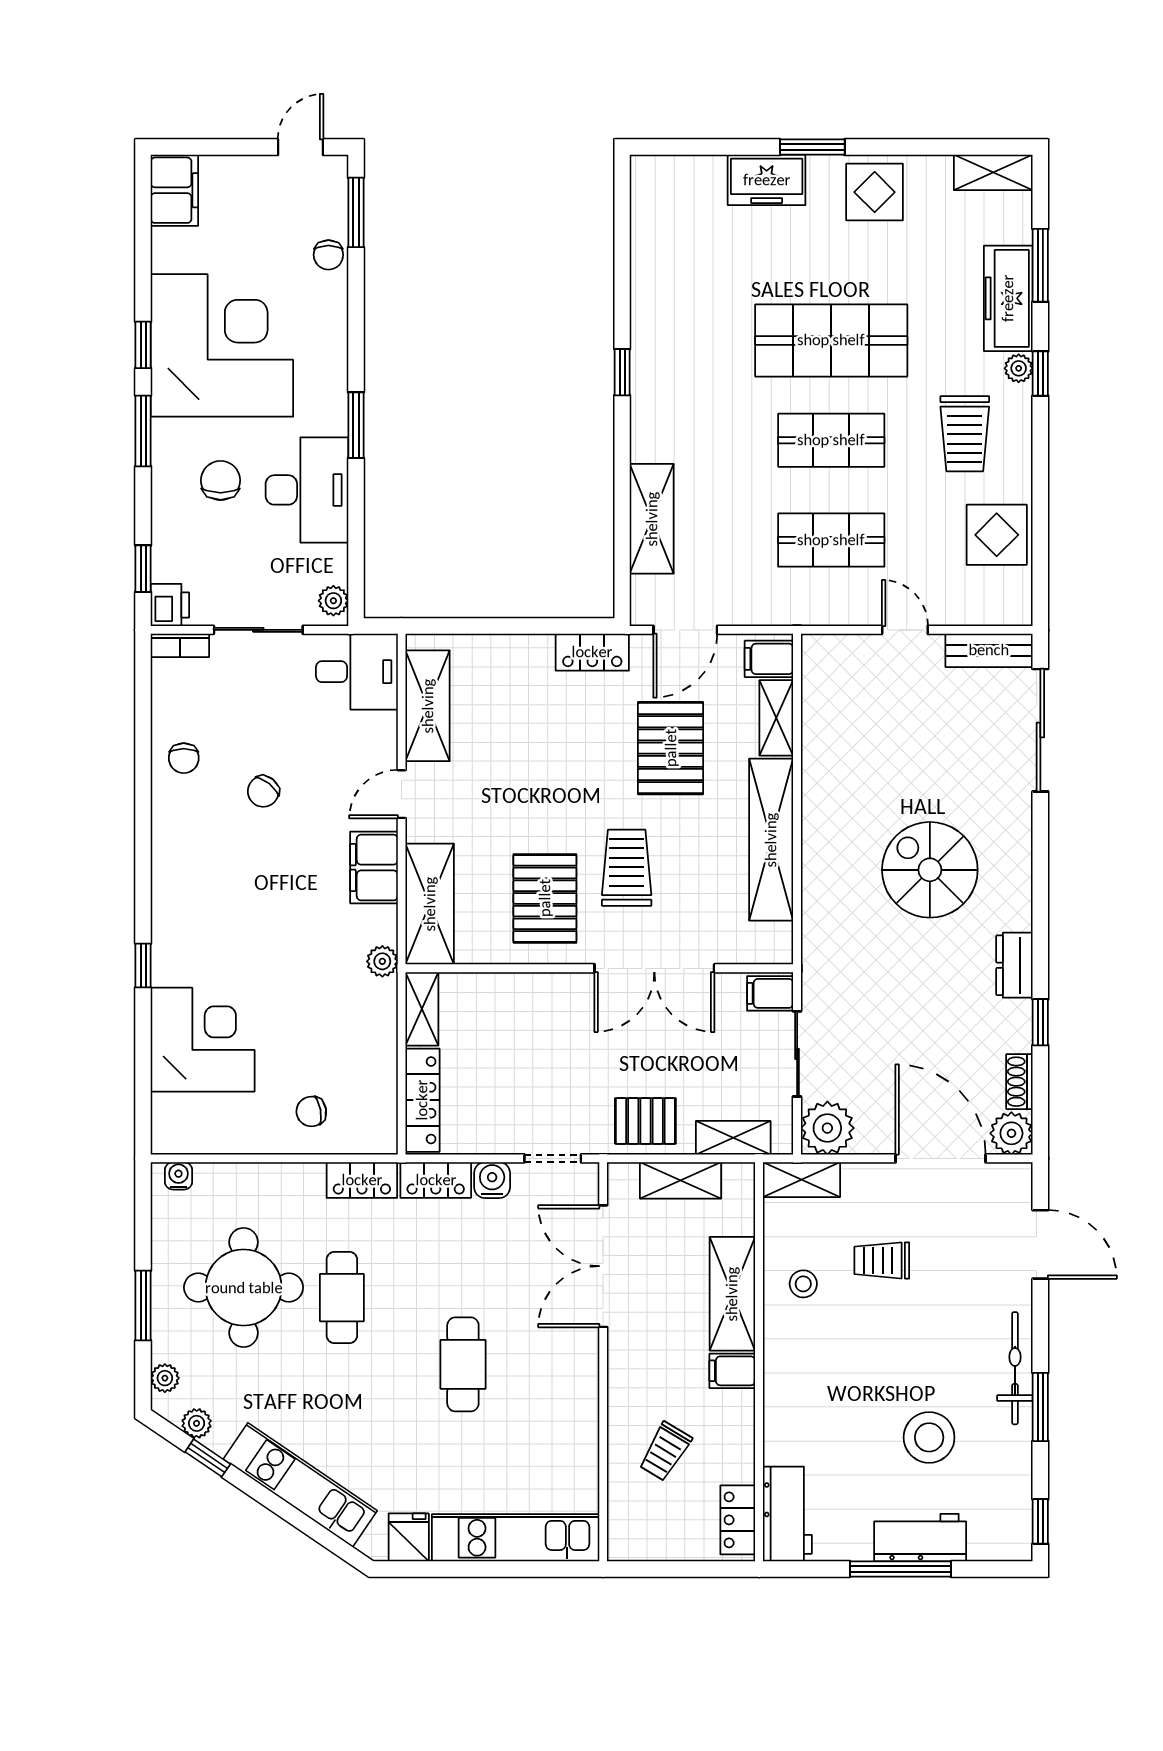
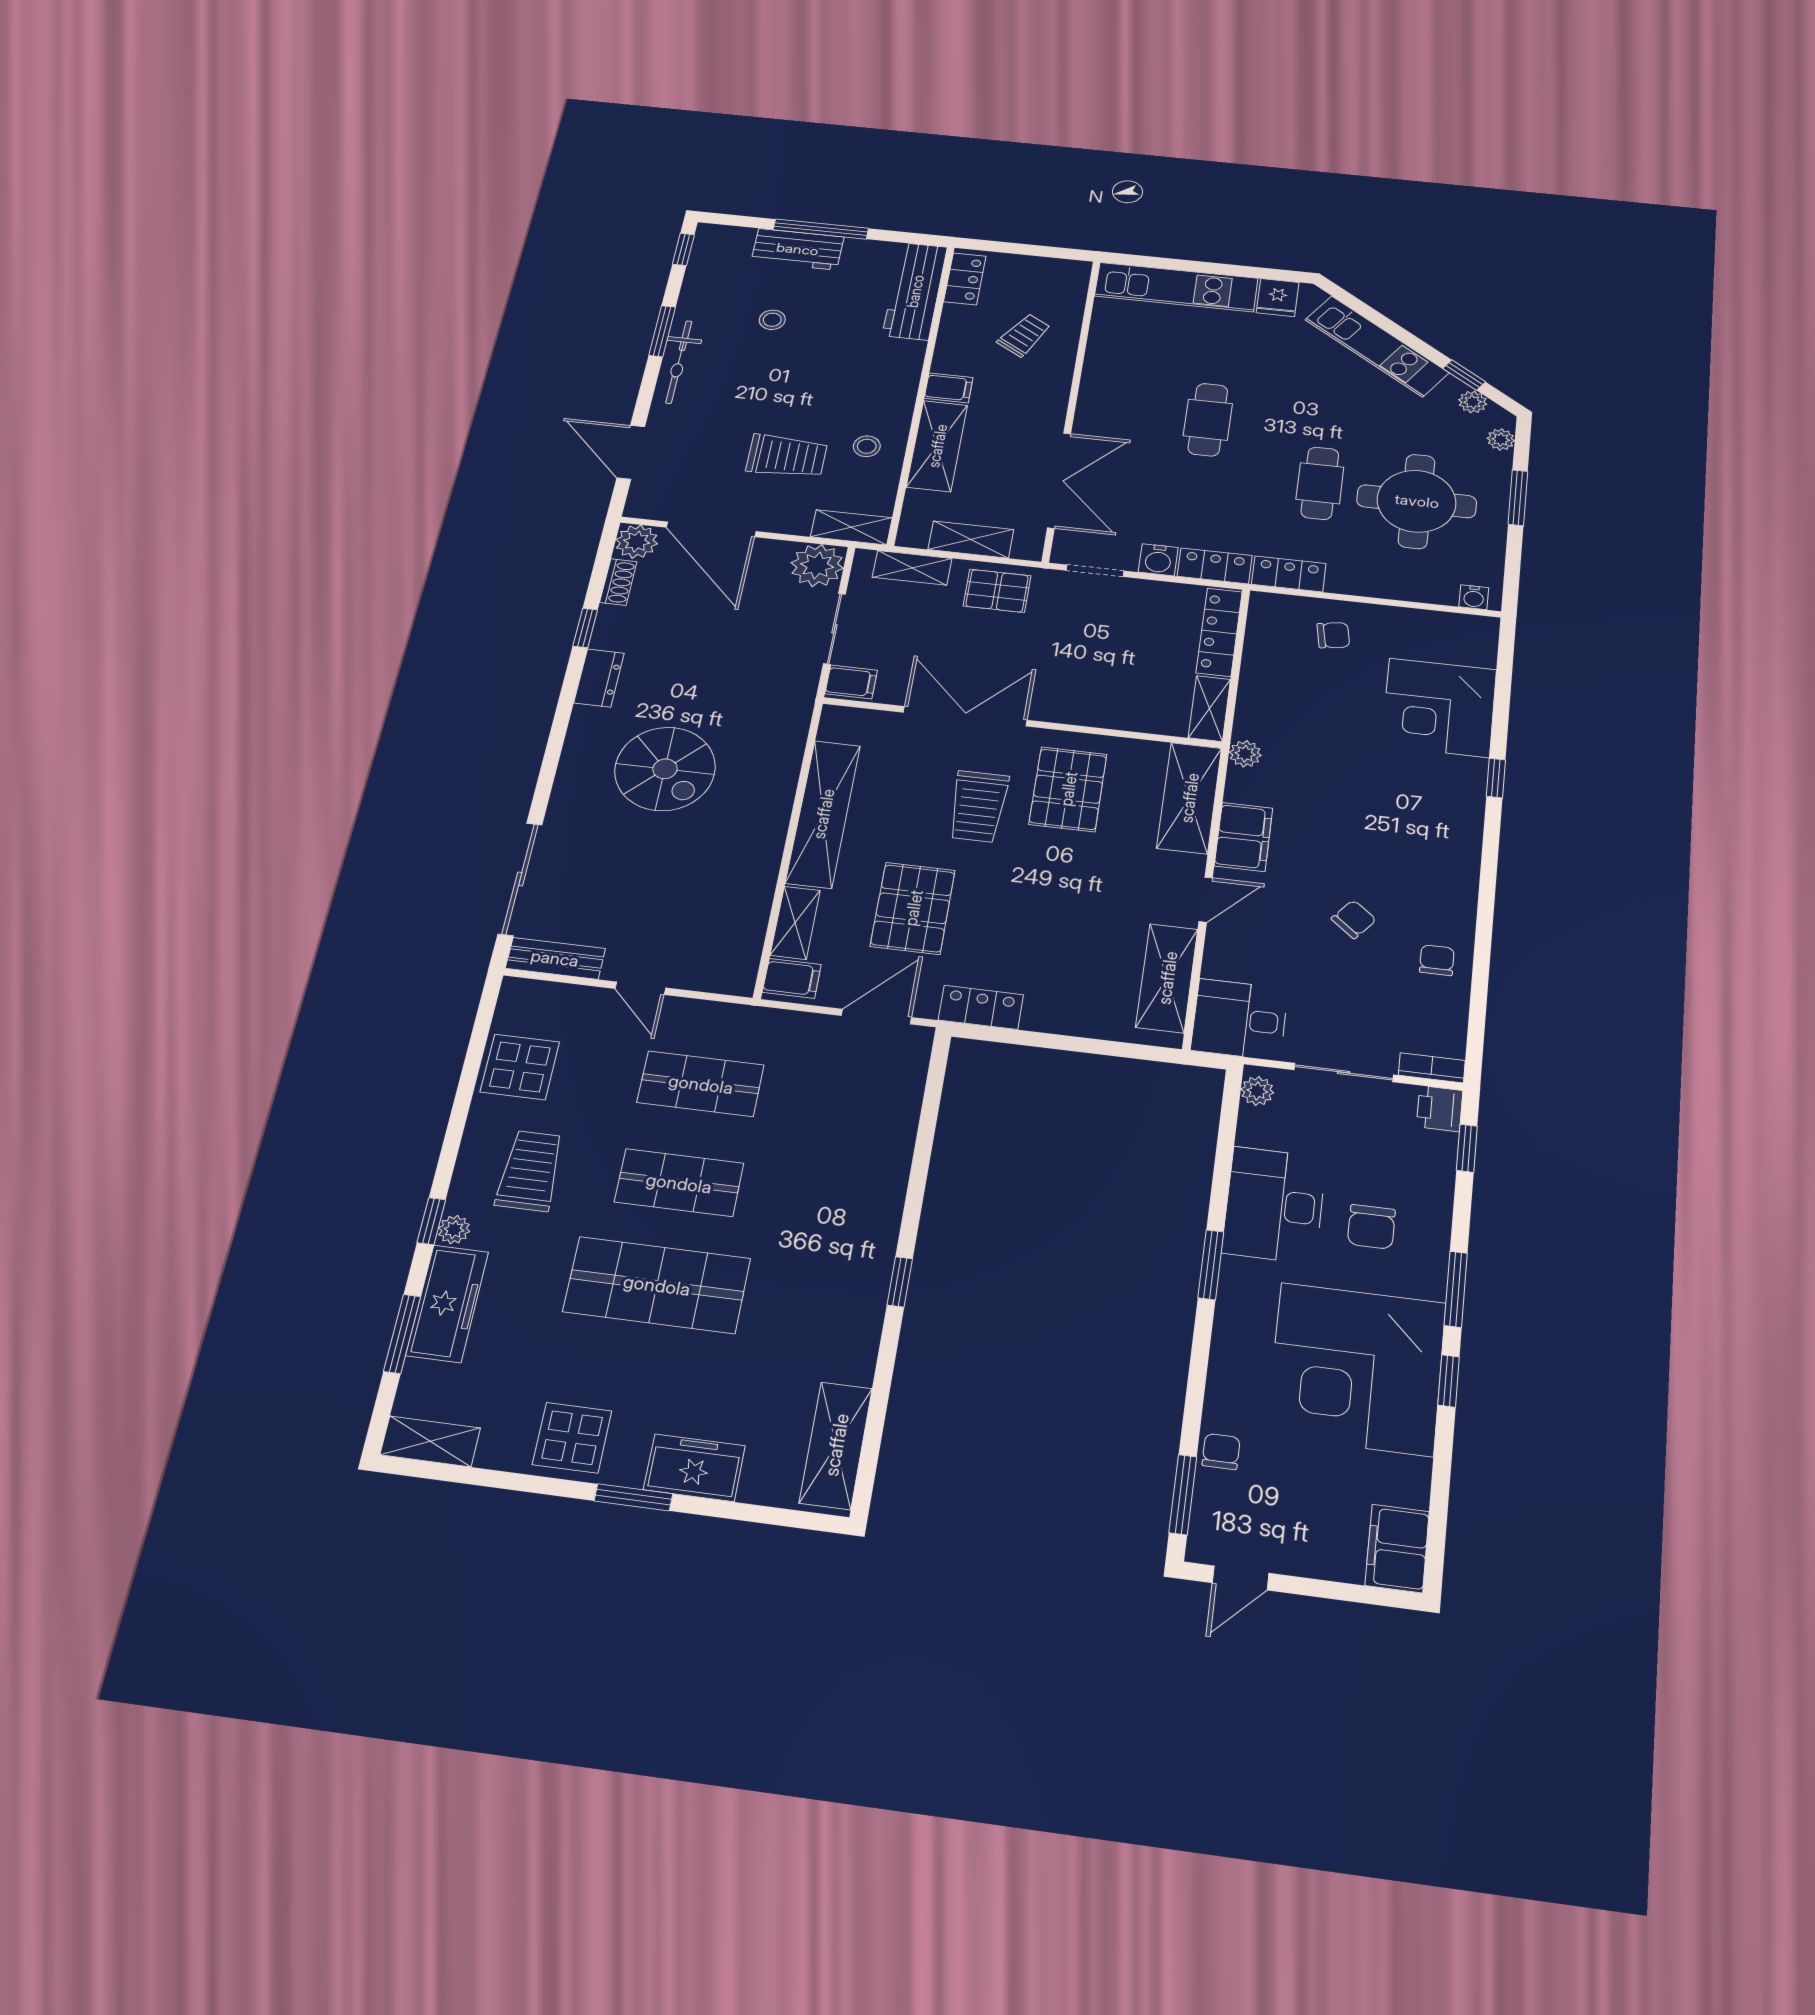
shelving: (652, 519) -> (836, 1445), moved
trolley: (882, 1260) -> (787, 456), width x1.36, depth x1.39
stool: (929, 1437) -> (772, 320), width x0.53, depth x0.53
workbench: (787, 1514) -> (915, 291), width x1.38

